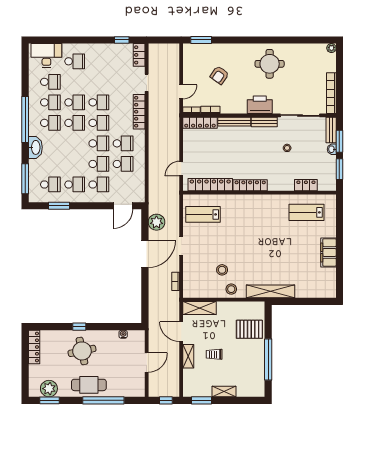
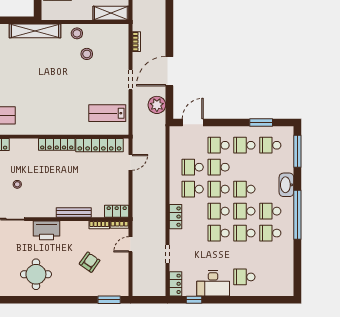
desk: (46, 55) -> (213, 283), moved
school desk: (50, 82) -> (244, 189), moved
locker: (139, 112) -> (175, 217), width x0.66
bench: (264, 122) -> (42, 212), removed
locker: (200, 123) -> (117, 211), width x0.66
lab bench: (203, 214) -> (107, 113), turned 180

